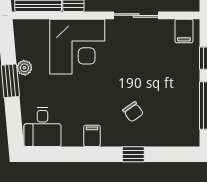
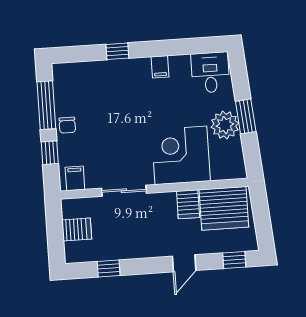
plant: (24, 68) -> (225, 125), width x1.88, depth x1.88
chair: (133, 112) -> (67, 125), moved, turned -145

